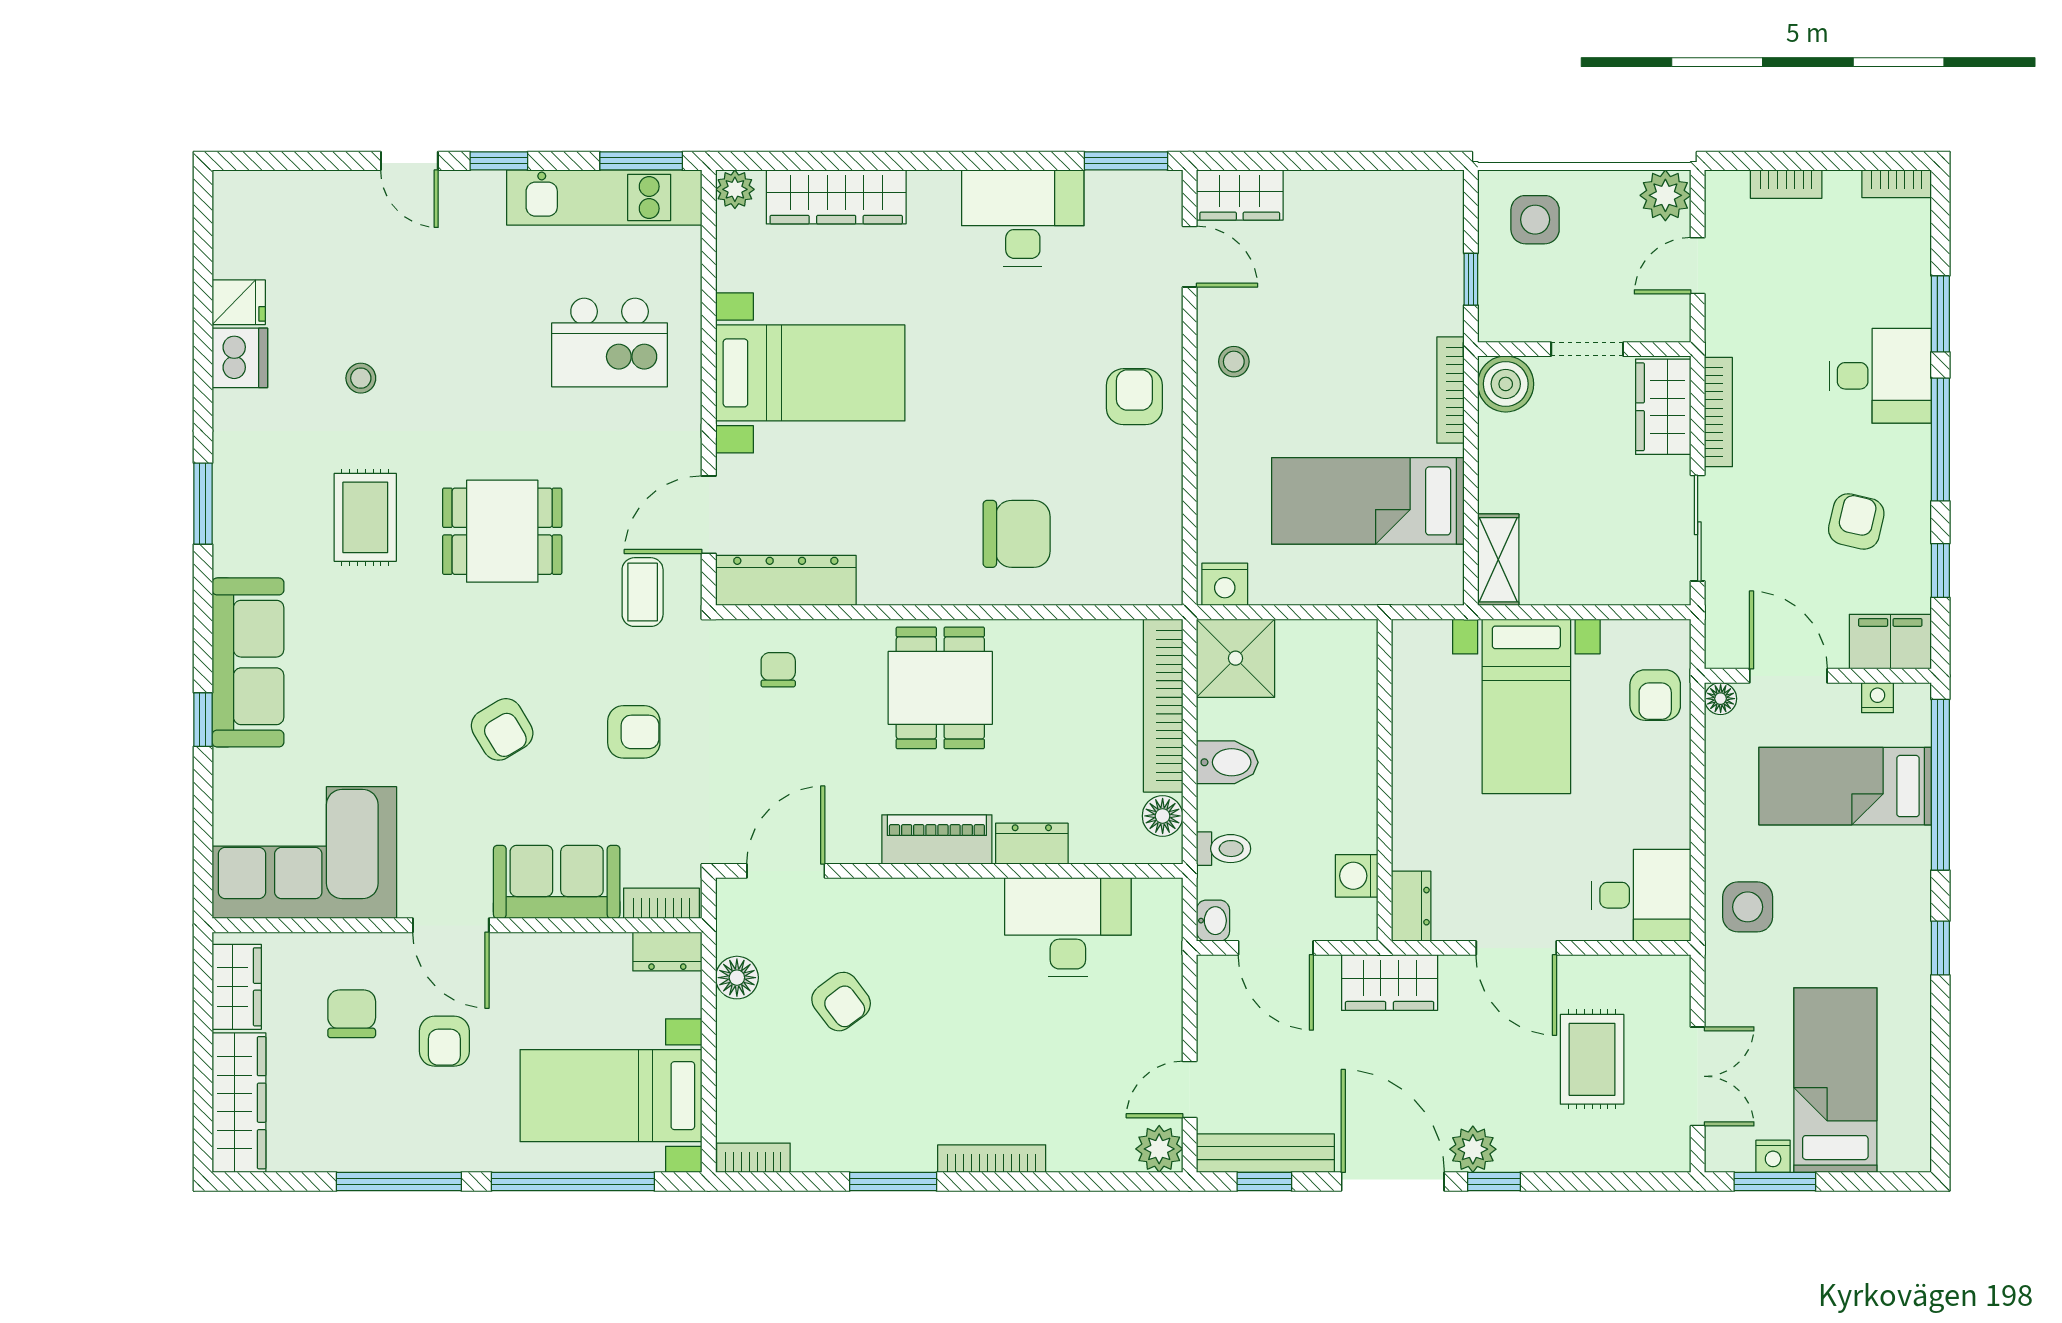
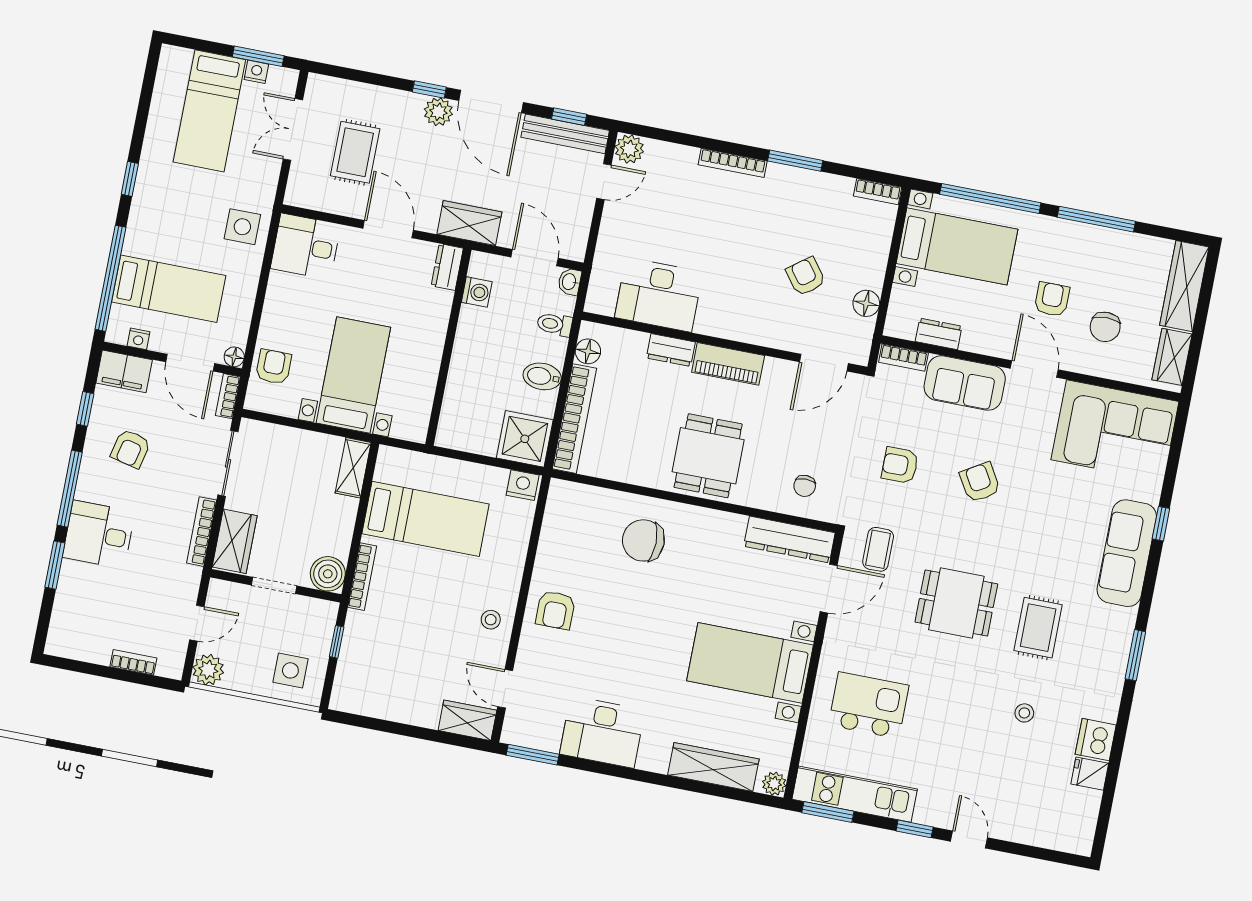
bookcase: (1897, 184) -> (228, 396), moved, turned -90
dresser: (667, 952) -> (939, 334), moved

